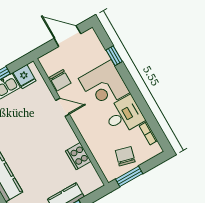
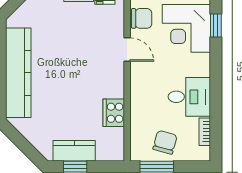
chair: (60, 80) -> (142, 18), turned -90
corner desk: (104, 85) -> (186, 28), moved

